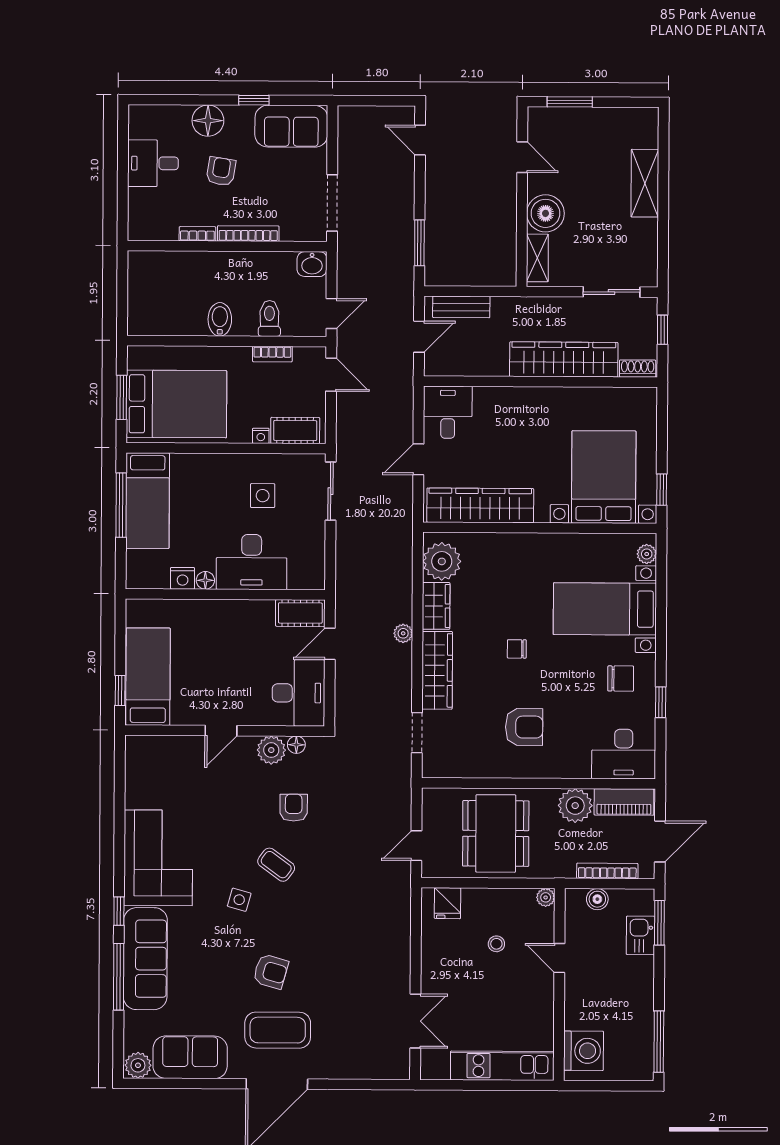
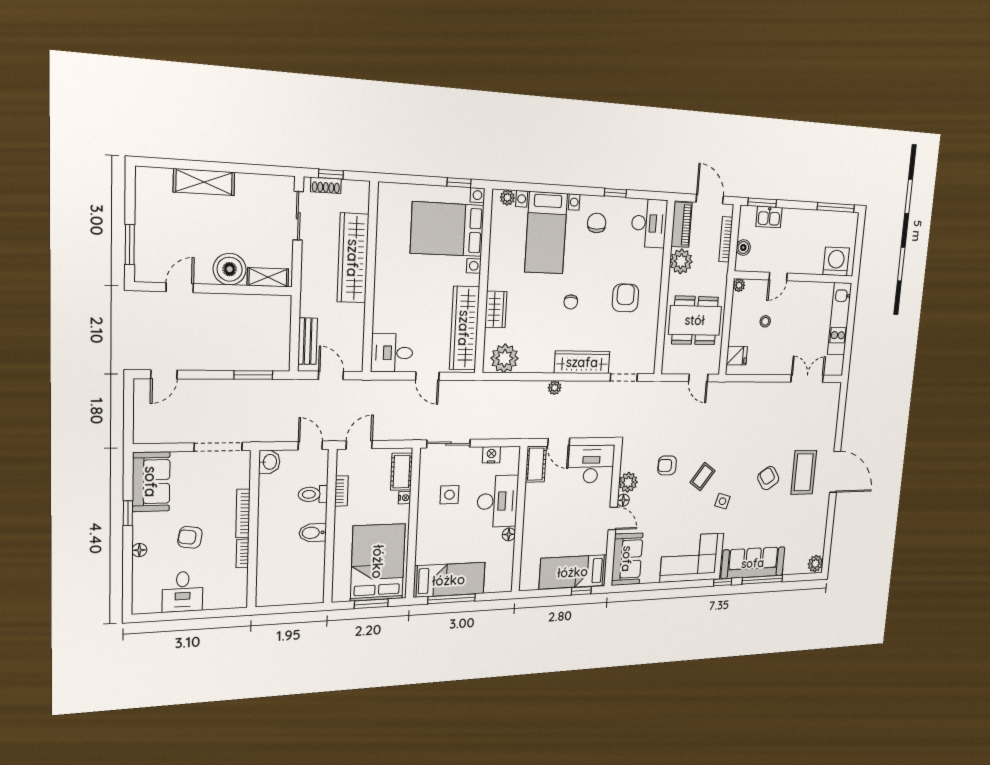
floor lamp: (208, 121) -> (139, 550), width x0.53, depth x0.53
shoe rack: (638, 369) -> (326, 185), moved, turned -90
nightstand: (183, 578) -> (491, 455), moved, turned -90
wardrobe: (436, 606) -> (496, 310), moved, turned 90
floor lamp: (296, 745) -> (623, 500), moved
armchair: (271, 971) -> (768, 478), turned -50
sofa: (190, 1057) -> (627, 559), moved, turned 180

